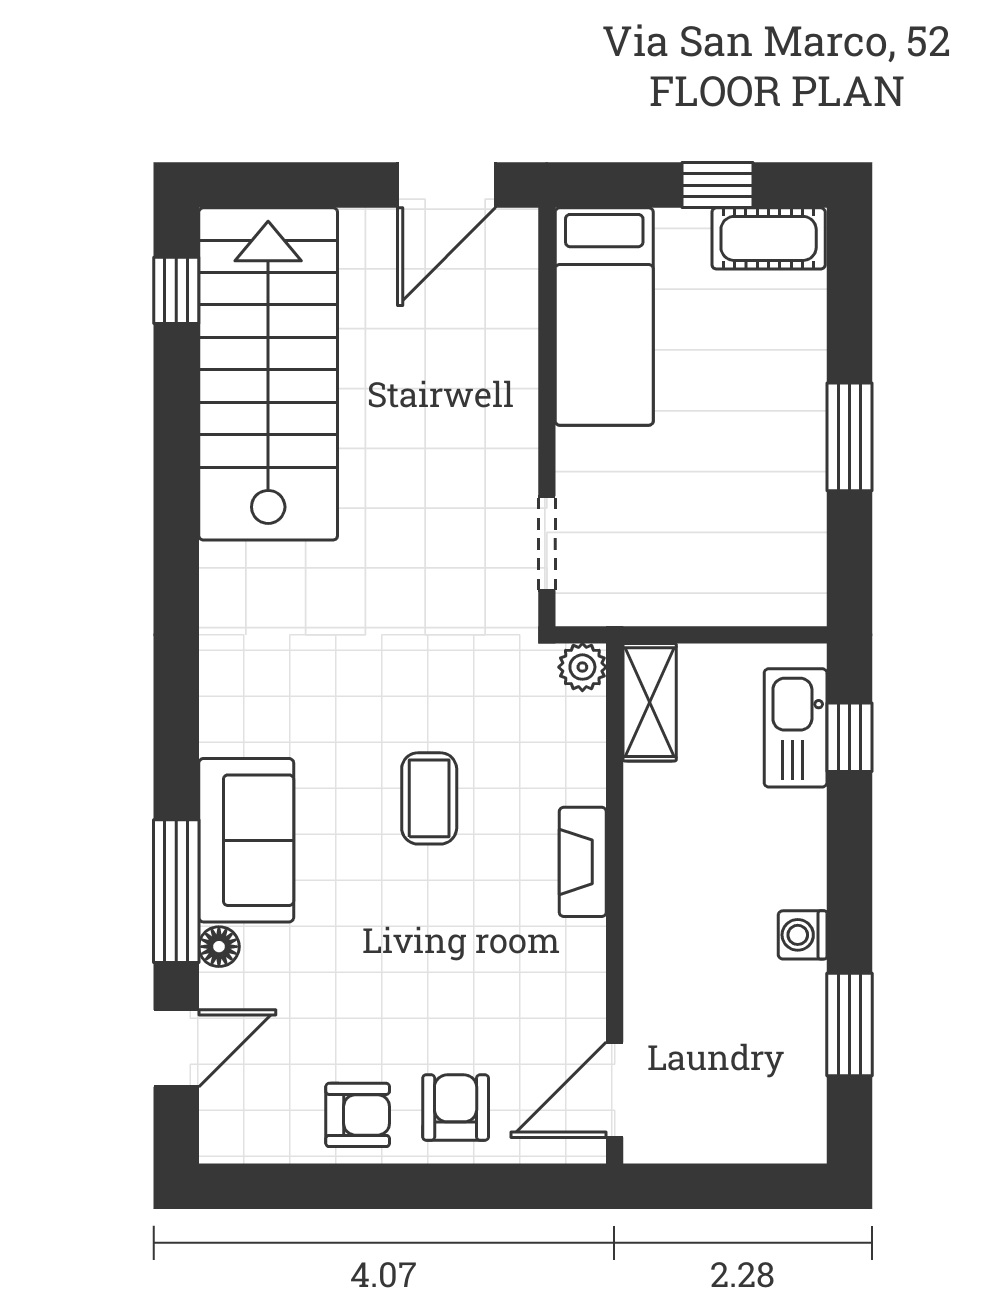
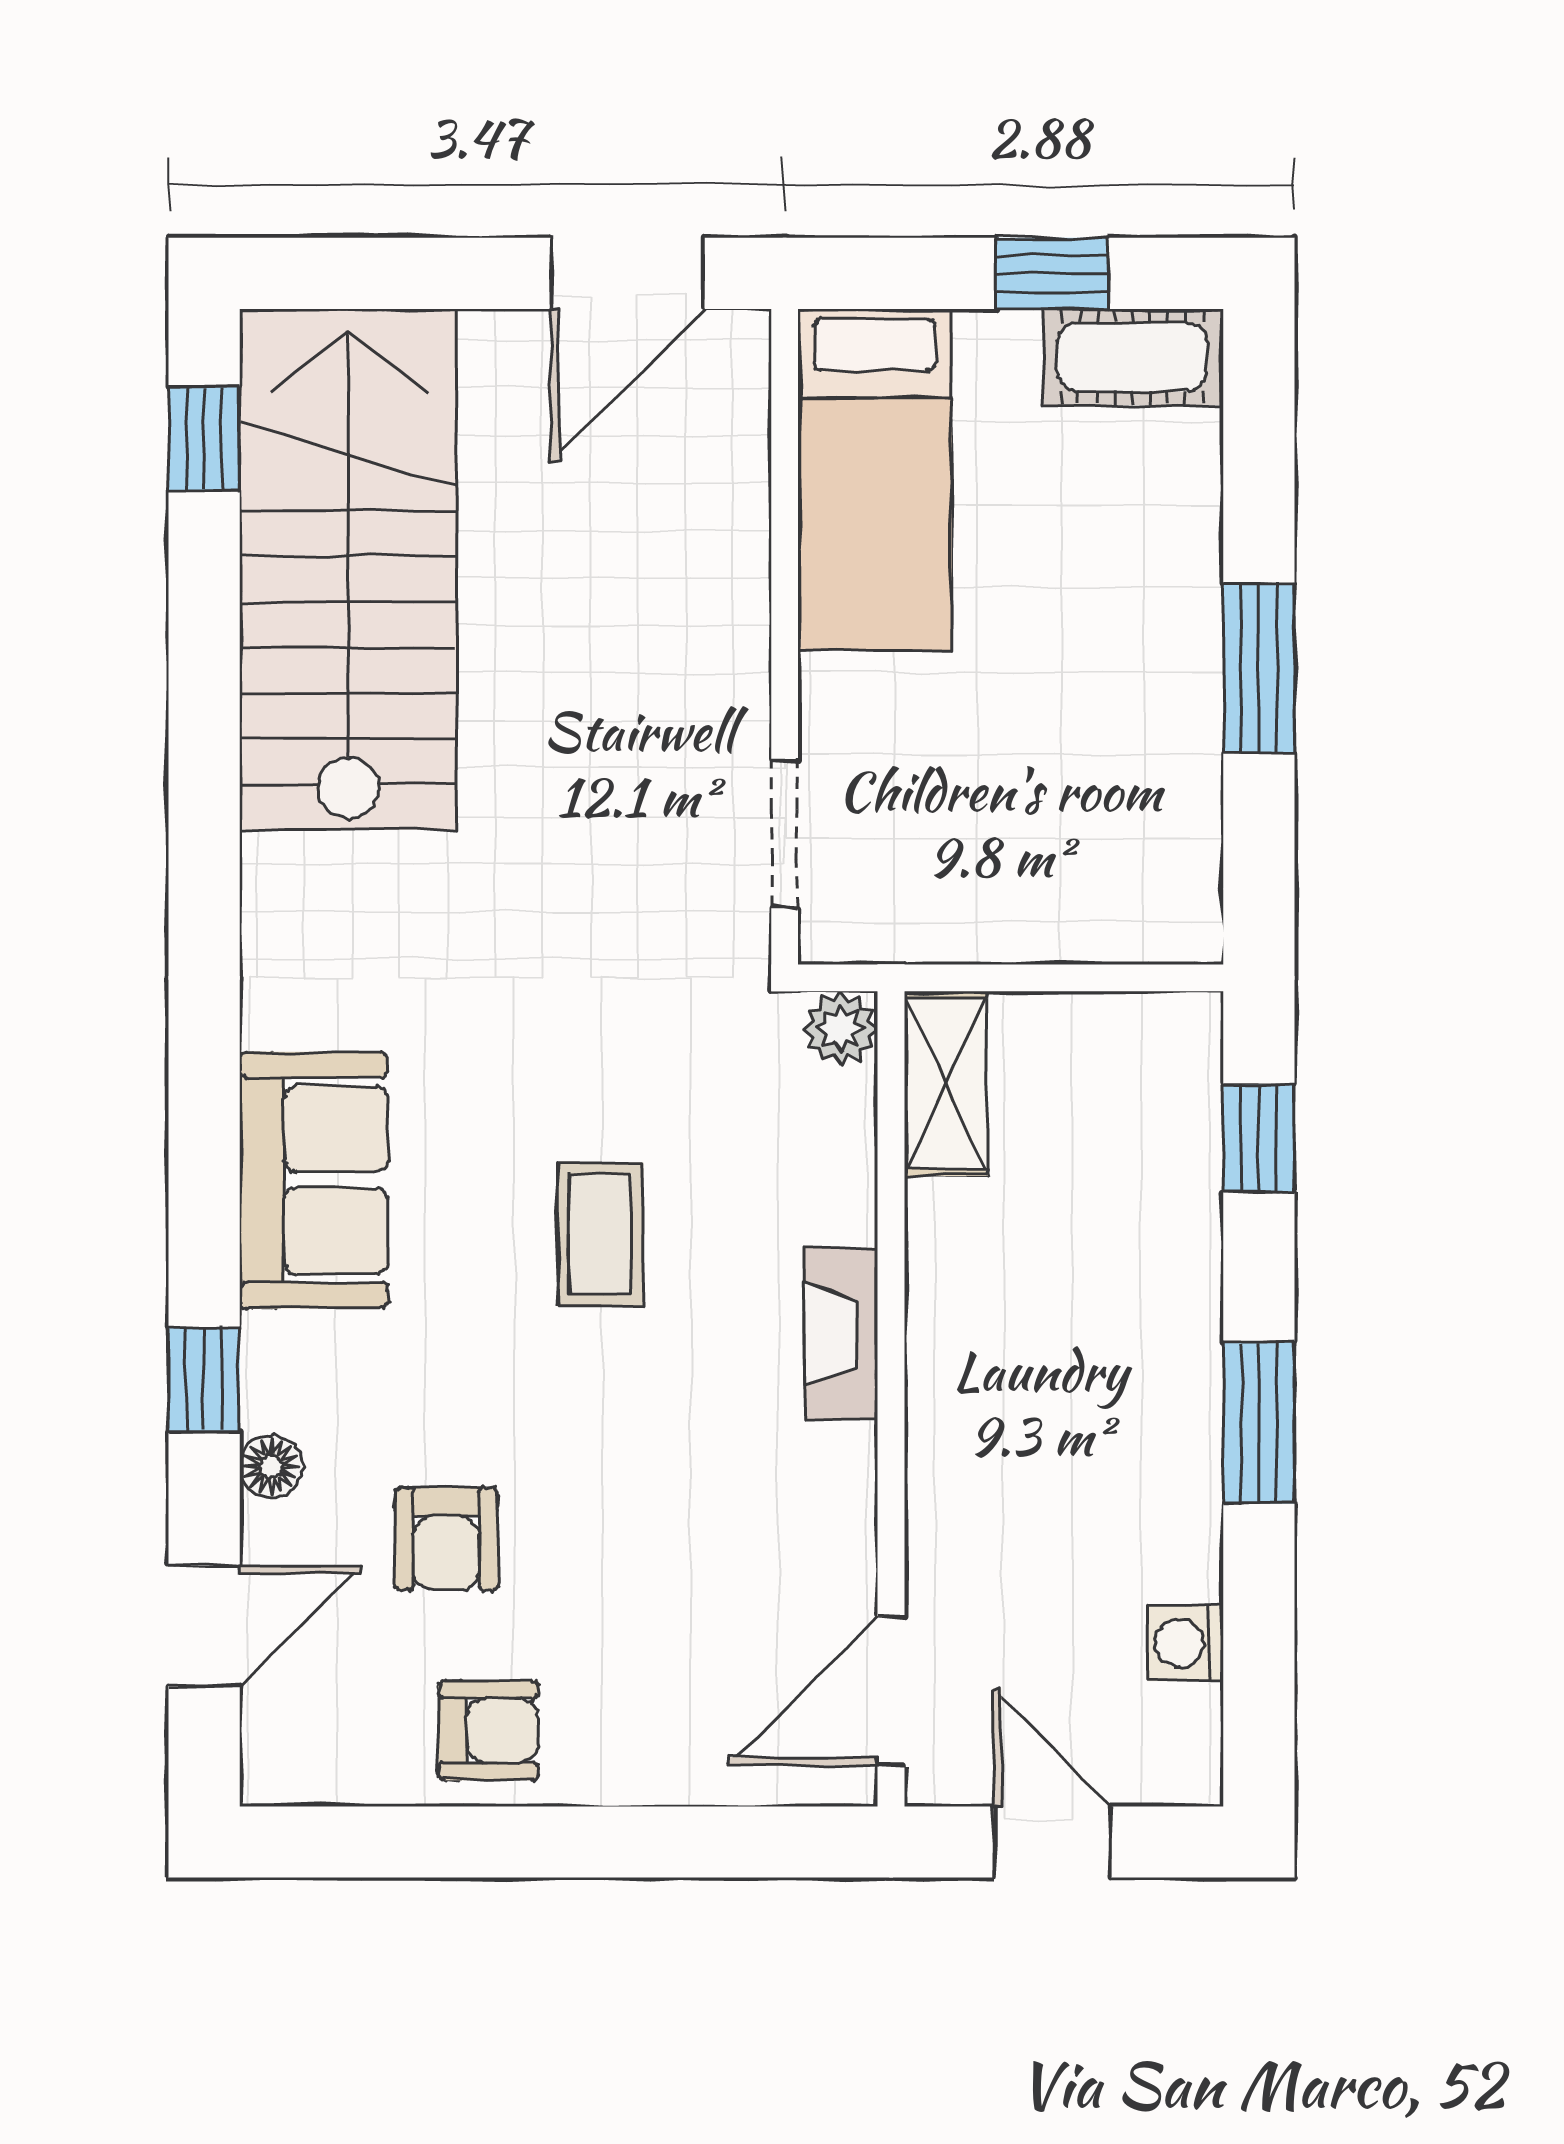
kitchen sink: (796, 728) -> (1174, 1124), removed
sofa: (246, 840) -> (314, 1180), moved
window: (176, 891) -> (204, 1380), width x0.46
washing machine: (803, 935) -> (1185, 1643), moved
window: (849, 1024) -> (1259, 1423), moved
armchair: (456, 1108) -> (446, 1539), moved, turned 180
door: (718, 1186) -> (1052, 1842), added

